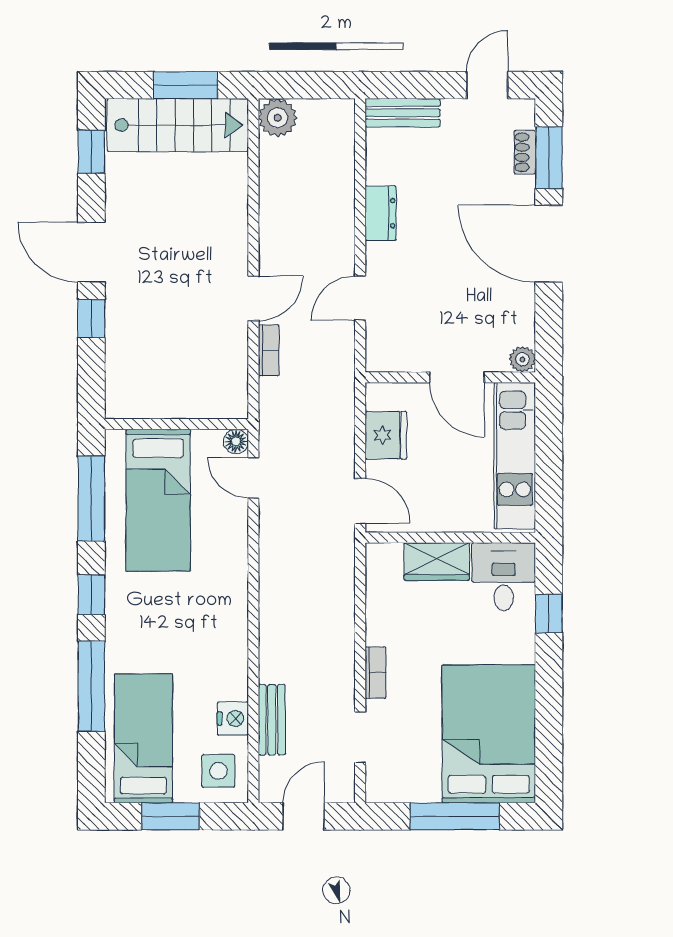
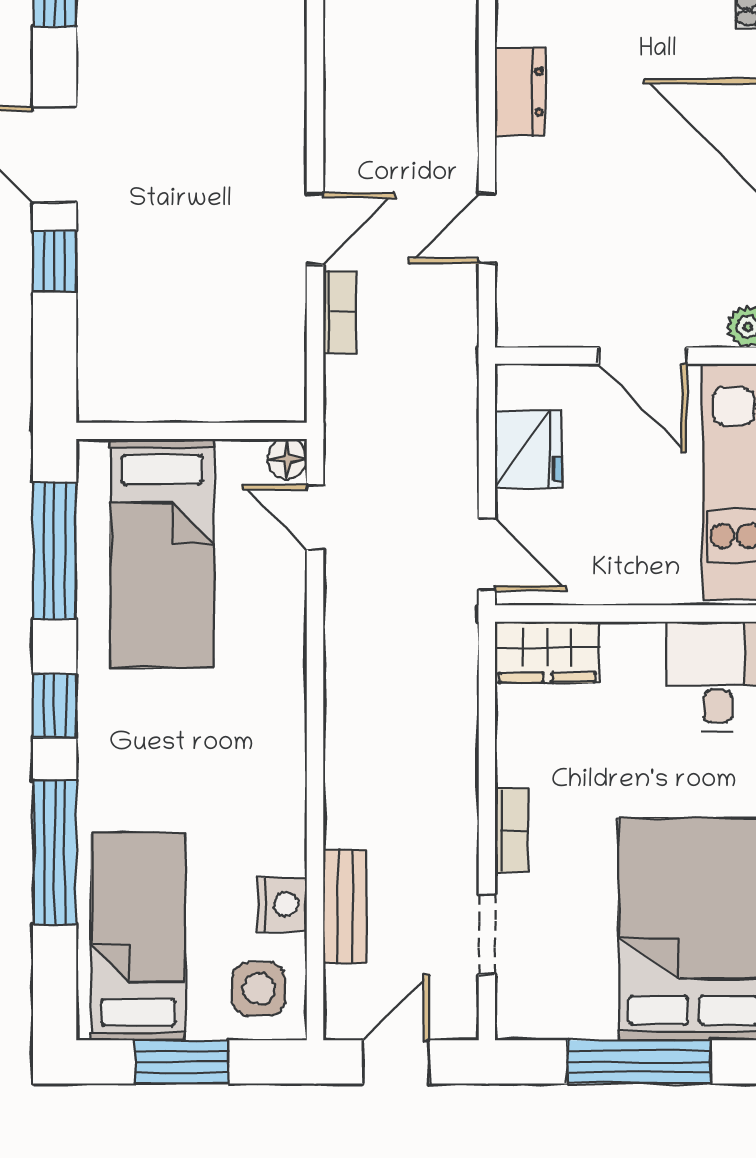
wardrobe: (437, 561) -> (547, 652), moved

